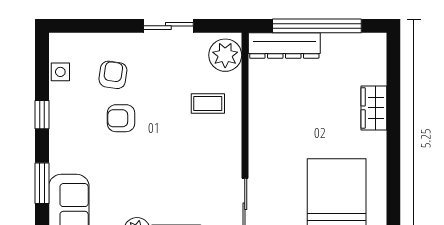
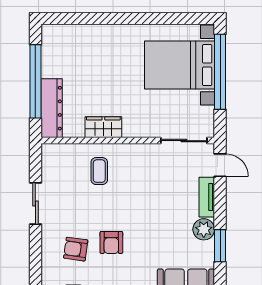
plant: (225, 55) -> (59, 157), removed
wardrobe: (374, 108) -> (103, 127), moved, turned 180

